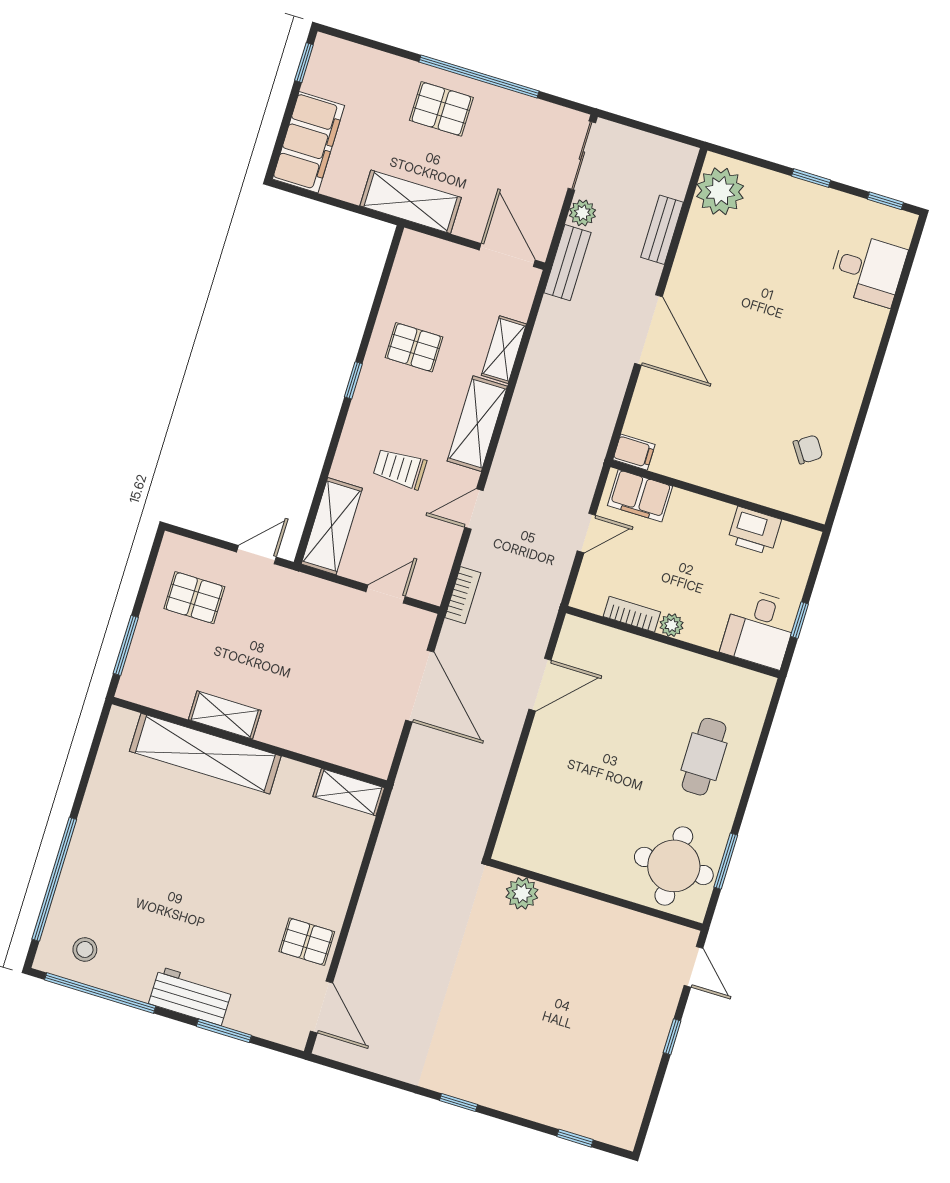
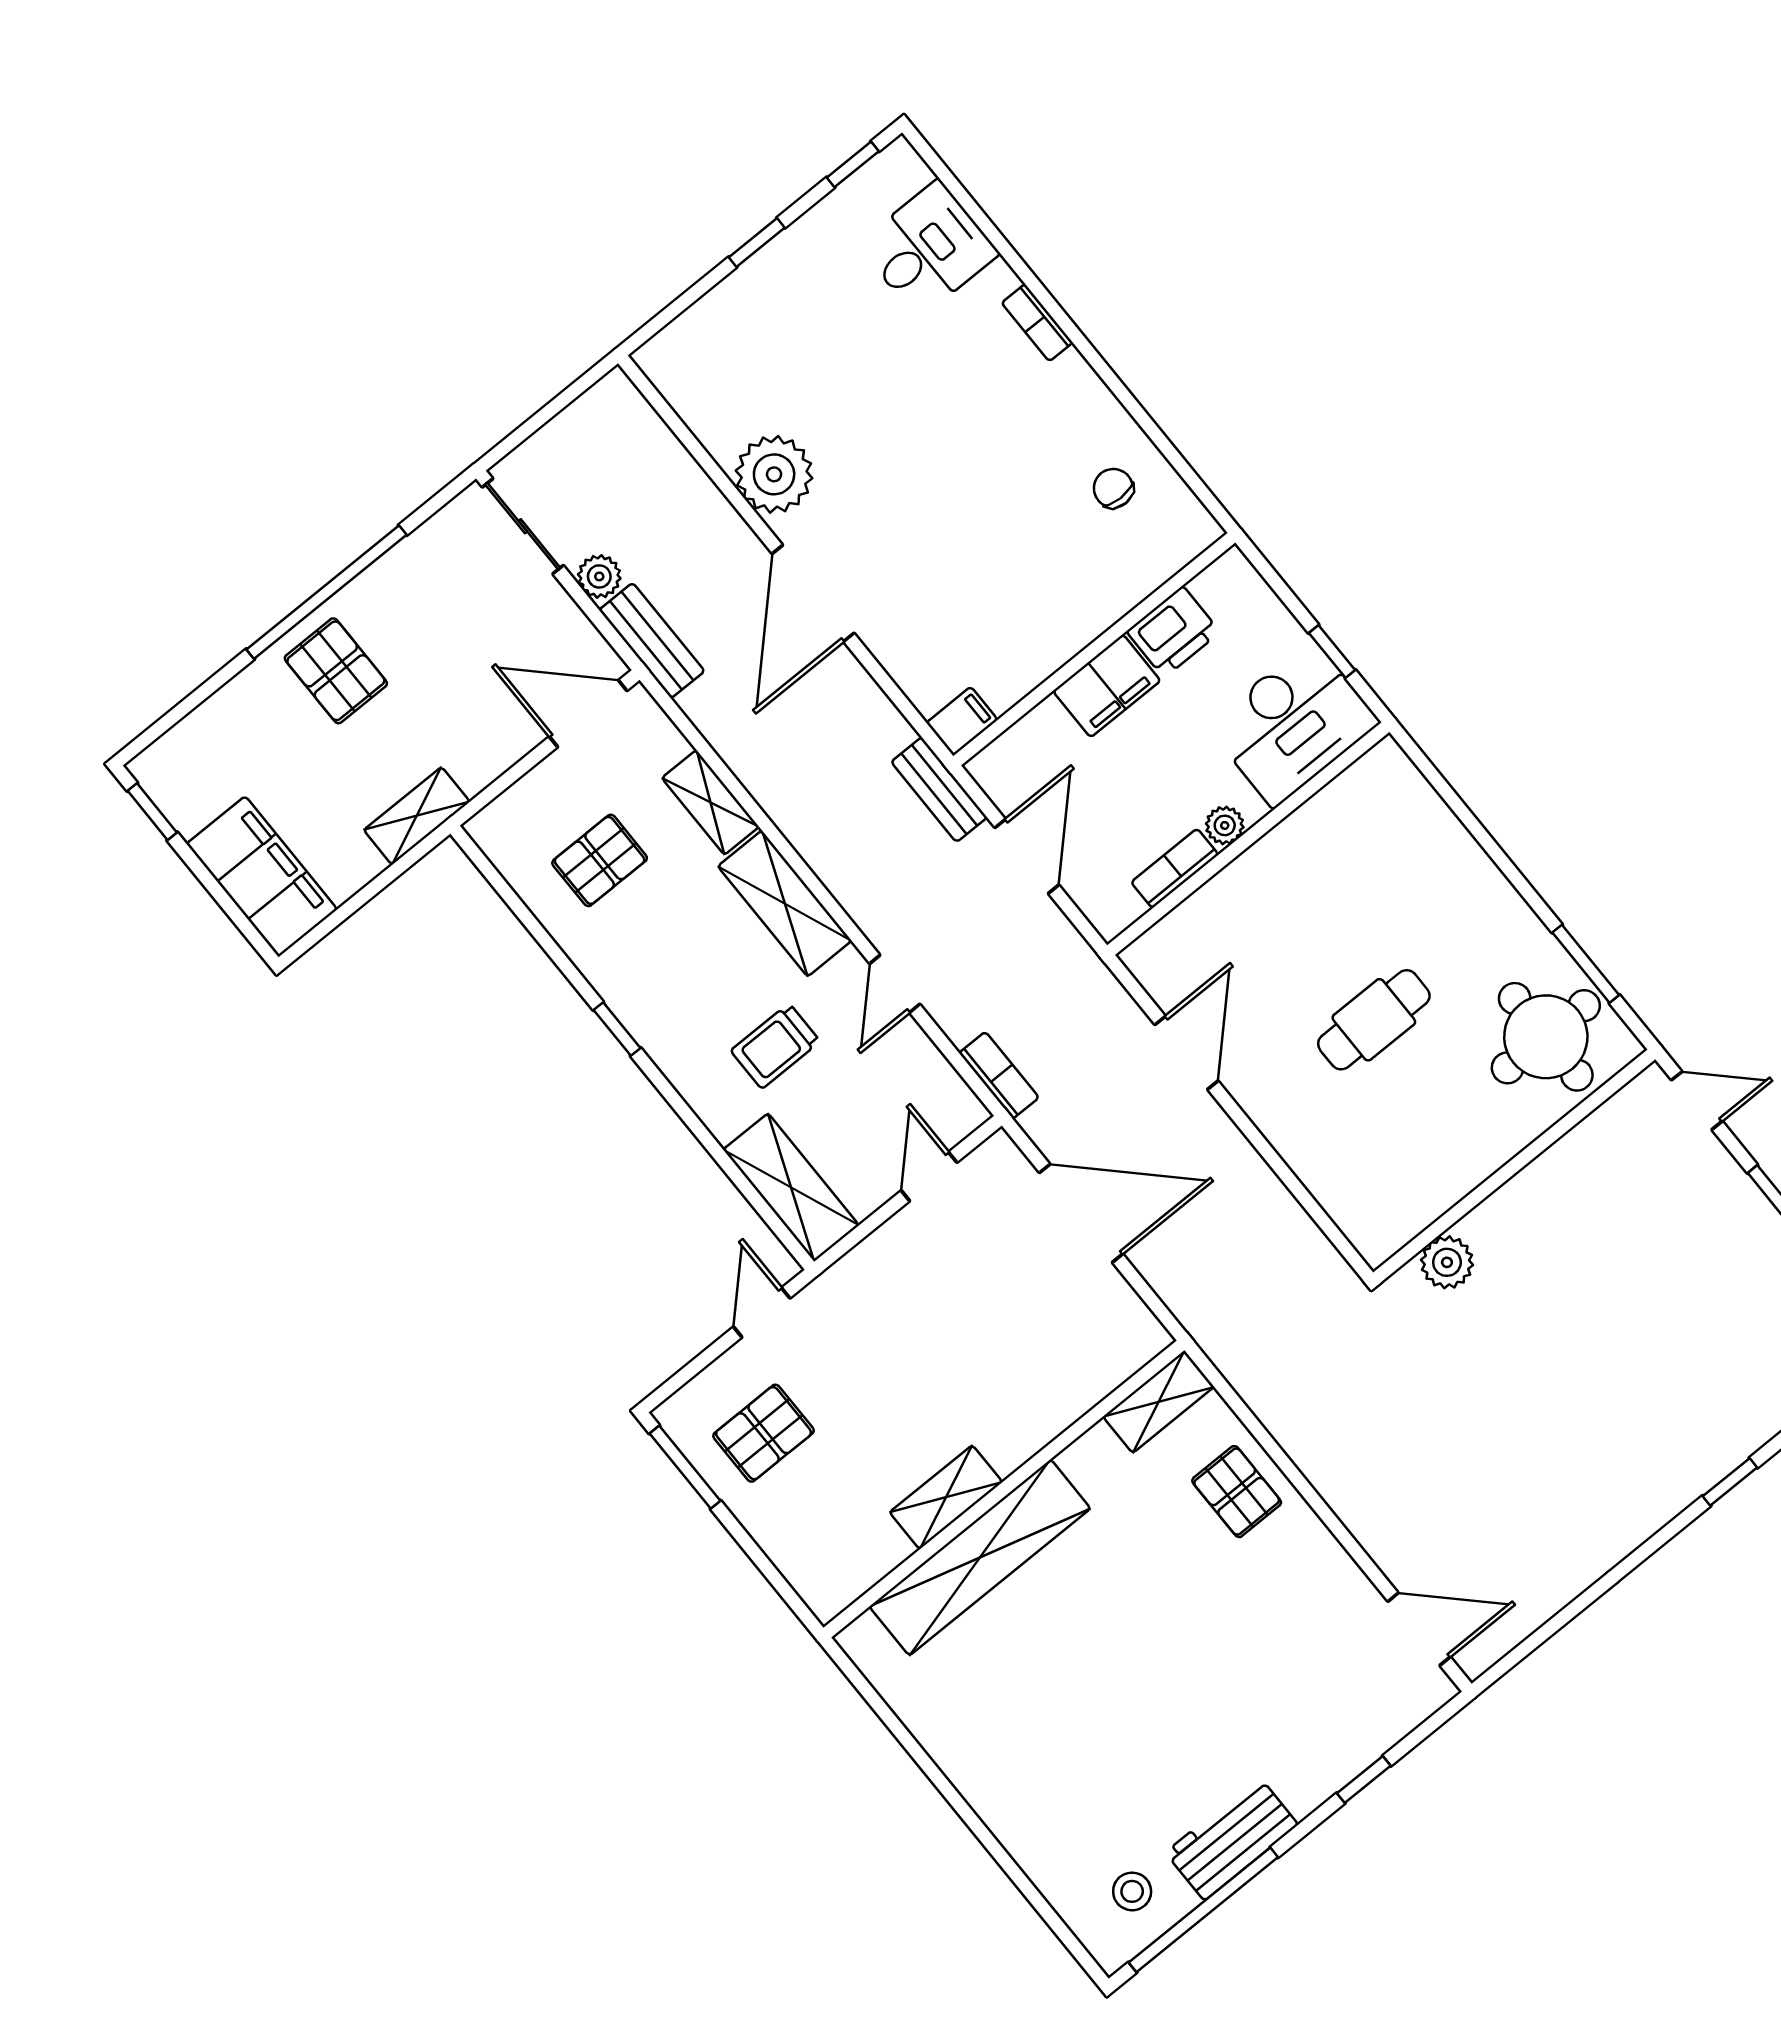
pallet: (441, 109) -> (336, 671), turned 90
plant: (720, 191) -> (774, 474), moved
shelving: (411, 202) -> (417, 816), width x0.67, depth x0.75
bench: (662, 230) -> (939, 790), moved
door: (648, 330) -> (813, 593), swing flipped
pallet: (414, 347) -> (600, 860), moved
bookcase: (867, 352) -> (1037, 323), added
chair: (808, 449) -> (1113, 488), turned -56
filing cabinet: (640, 496) -> (1107, 686), moved
door: (586, 533) -> (1027, 856), width x1.38
desk: (760, 629) -> (1293, 724), width x1.37
window: (126, 645) -> (685, 1467), moved
cafe table: (704, 757) -> (1374, 1020), moved, turned 90
window: (54, 879) -> (1012, 1869), removed
pallet: (307, 942) -> (1237, 1492), moved, turned 90
workbench: (191, 996) -> (1232, 1839), moved
window: (224, 1031) -> (1364, 1780), width x0.67
window: (459, 1103) -> (1730, 1482), moved

